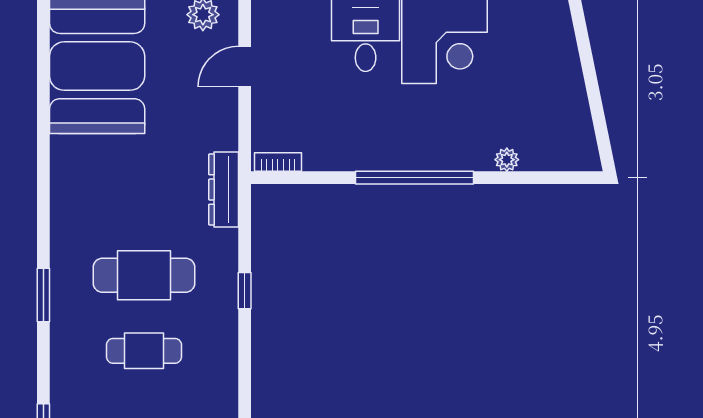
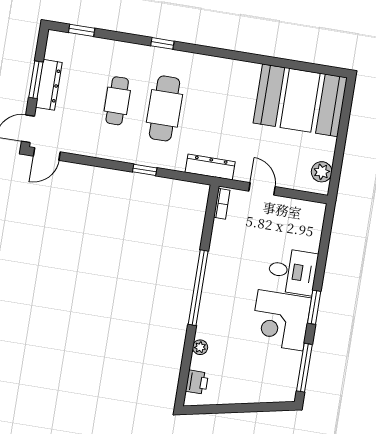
door: (245, 67) -> (262, 189), moved
printer: (562, 156) -> (197, 382), added
window: (43, 295) -> (162, 43), width x0.67

